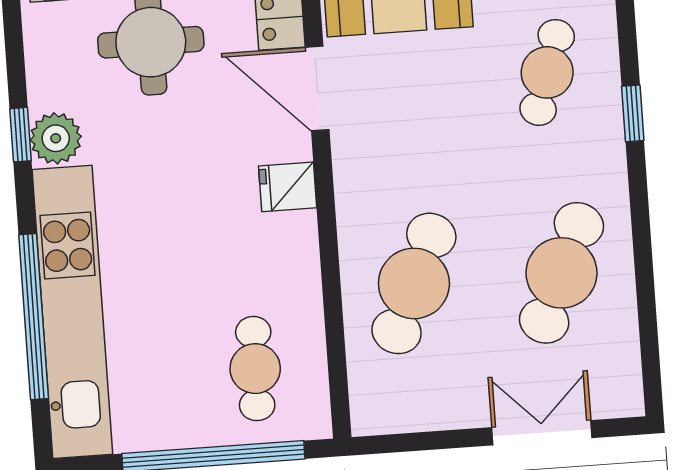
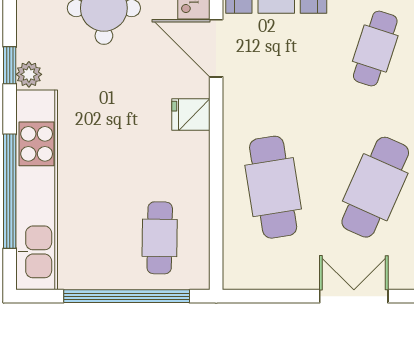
plant: (56, 138) -> (29, 74), width x0.73, depth x0.73
cafe table: (414, 283) -> (273, 187), turned -33

